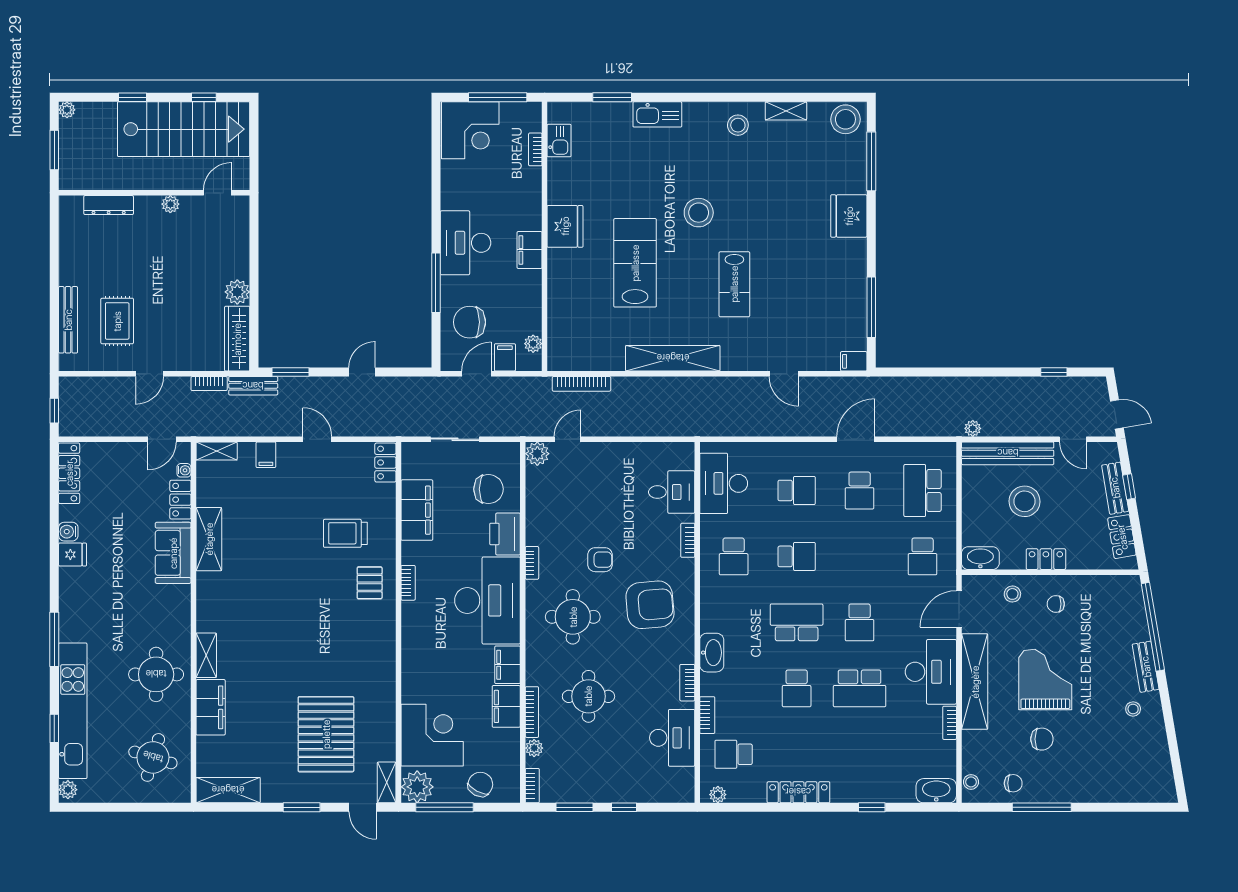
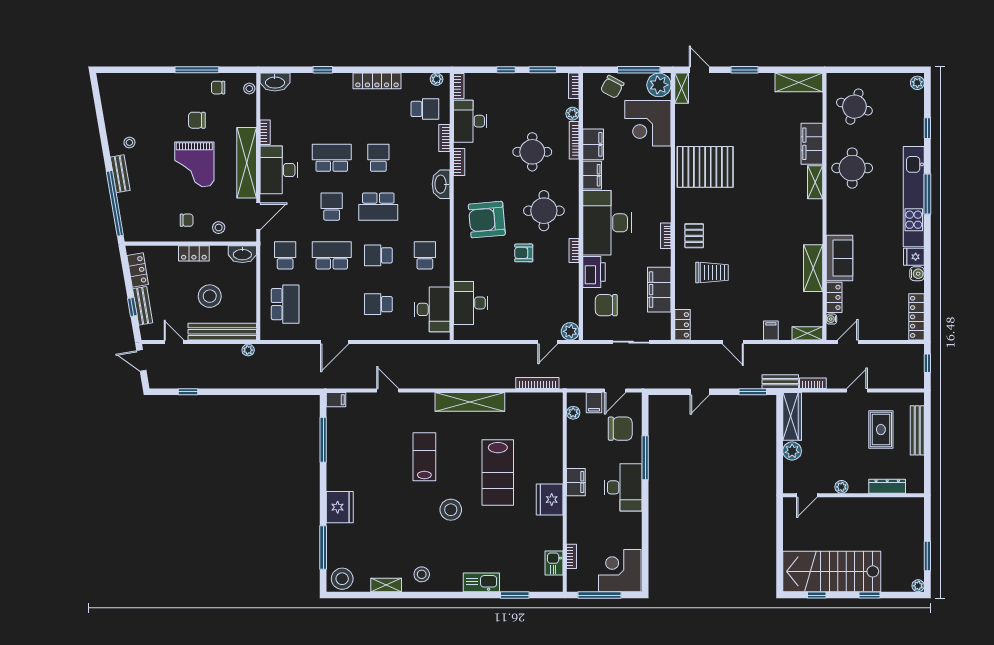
wall: (154, 193) -> (853, 495), moved
door: (217, 193) -> (807, 495), moved
plant: (170, 204) -> (841, 487), moved
dresser: (109, 205) -> (887, 486), moved
school desk: (860, 490) -> (332, 255), moved, width x1.85
desk: (672, 492) -> (471, 303), width x1.37
bookcase: (688, 540) -> (459, 86), moved
kitchen unit: (73, 711) -> (914, 197), moved
pallet: (326, 734) -> (705, 167), moved, turned 90

